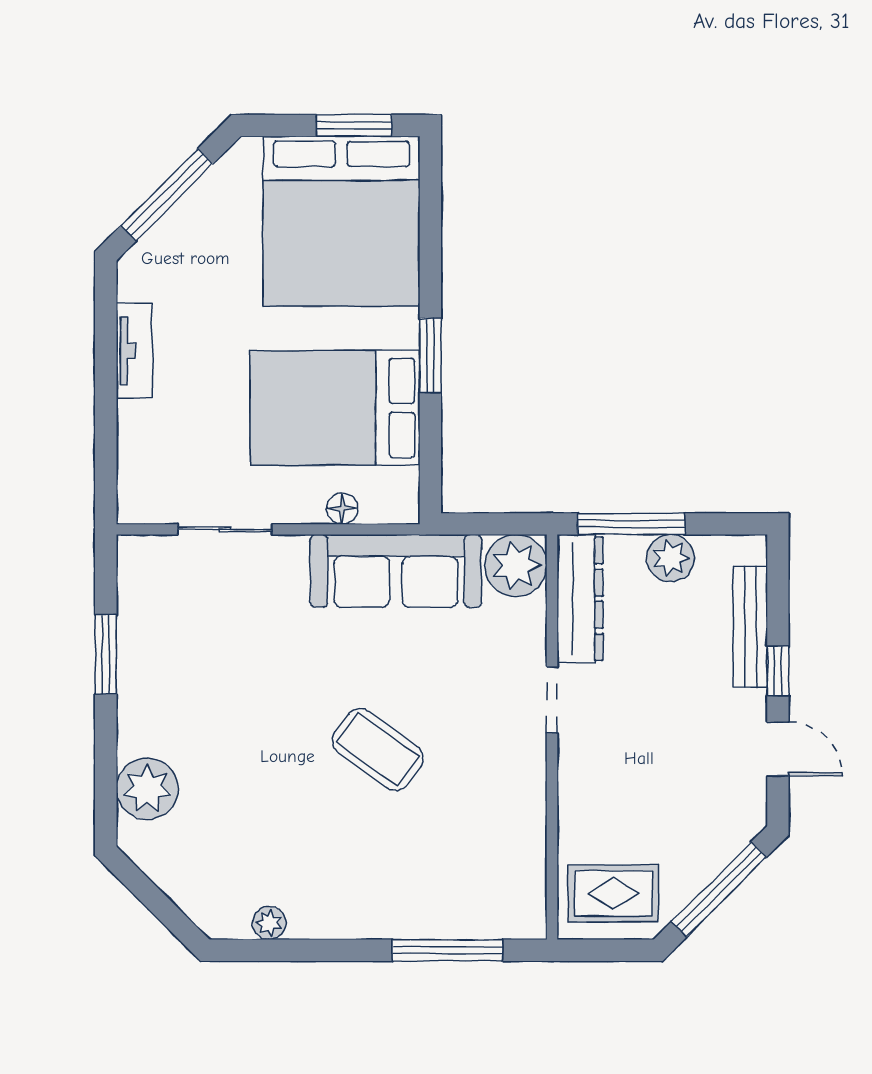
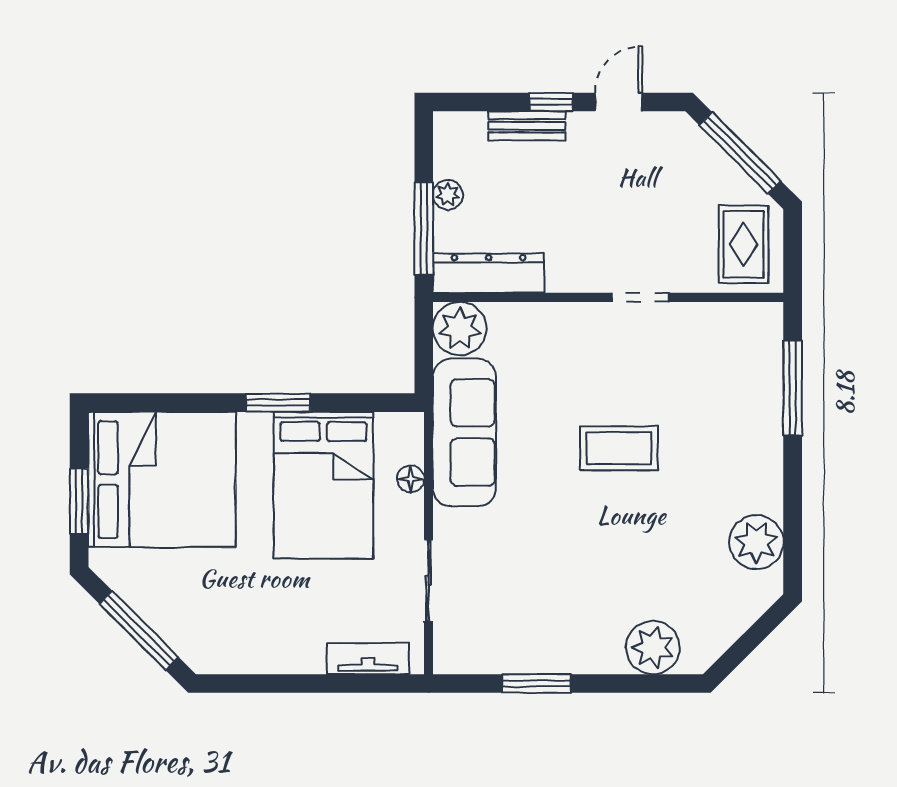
window: (354, 126) -> (79, 501), moved
tv unit: (134, 351) -> (368, 659), moved
plant: (671, 558) -> (448, 195), width x0.73, depth x0.73
bench: (750, 627) -> (527, 126), width x0.73
doorway: (552, 700) -> (640, 297), moved
coffee table: (378, 749) -> (619, 448), turned 54
plant: (269, 923) -> (756, 542), width x1.87, depth x1.87

